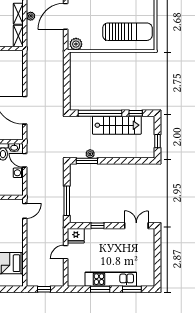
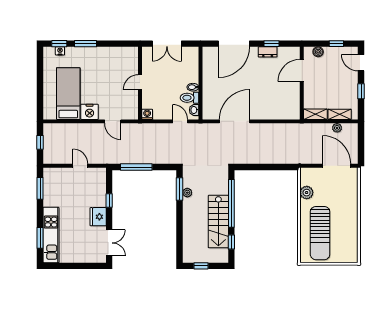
plant: (76, 44) -> (307, 193), moved
door: (25, 160) -> (180, 121), hinge flipped
washing machine: (18, 173) -> (147, 114), moved
door: (25, 211) -> (113, 121), moved
fridge: (76, 236) -> (98, 217), moved
nightstand: (16, 244) -> (90, 112), added
kitchen unit: (111, 279) -> (51, 235), moved
window: (100, 289) -> (40, 188), moved

